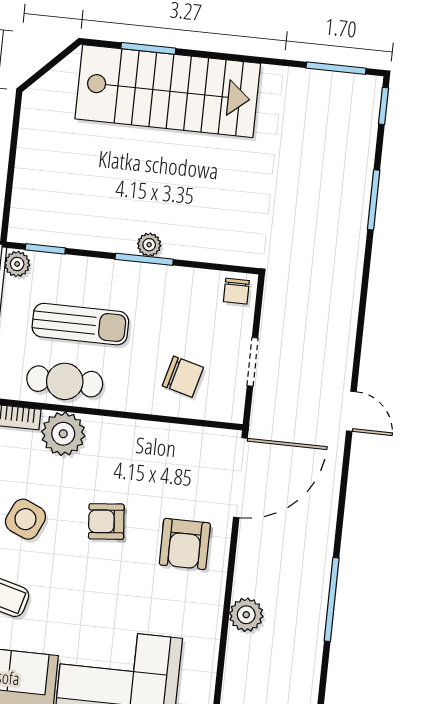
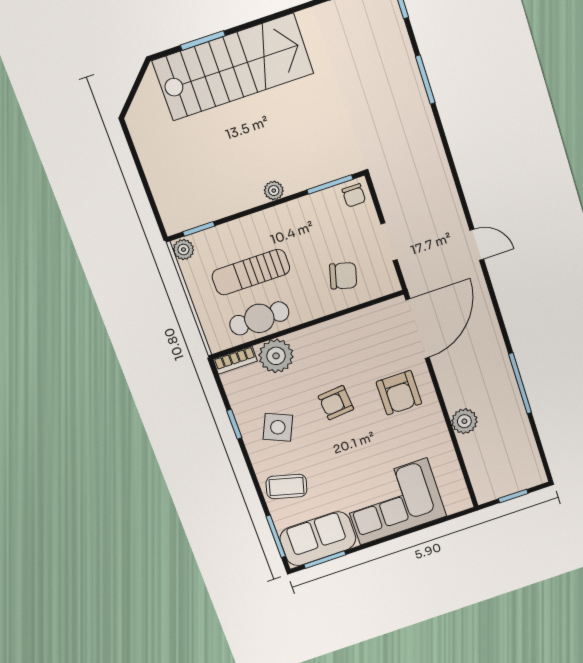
window: (144, 259) -> (330, 185), moved
sun lounger: (80, 324) -> (251, 272), turned 180

